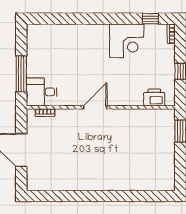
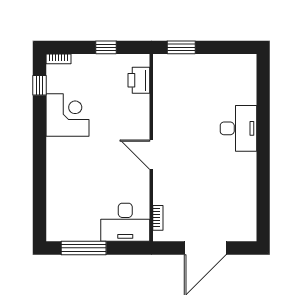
window: (21, 74) -> (84, 248), moved
desk: (42, 92) -> (125, 222), width x1.37
desk: (116, 176) -> (238, 128), added

